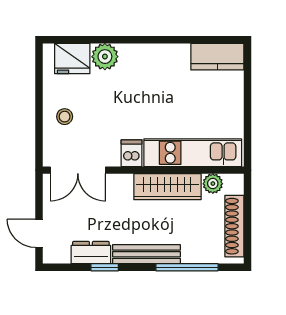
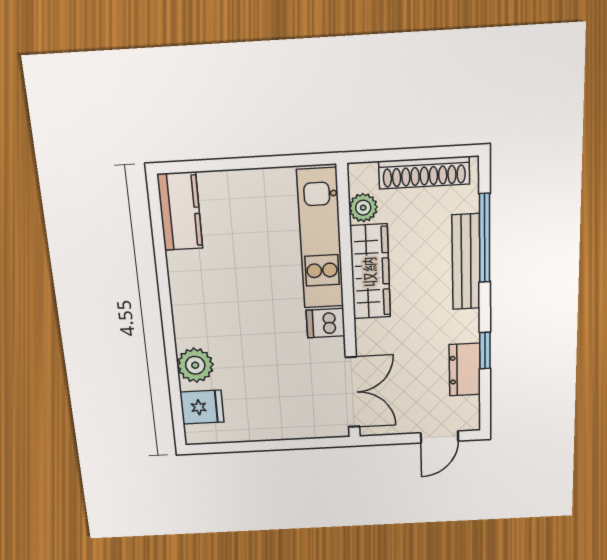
fridge: (72, 58) -> (202, 407), width x0.72
stool: (65, 117) -> (281, 413), removed
bench: (146, 254) -> (466, 262), moved

